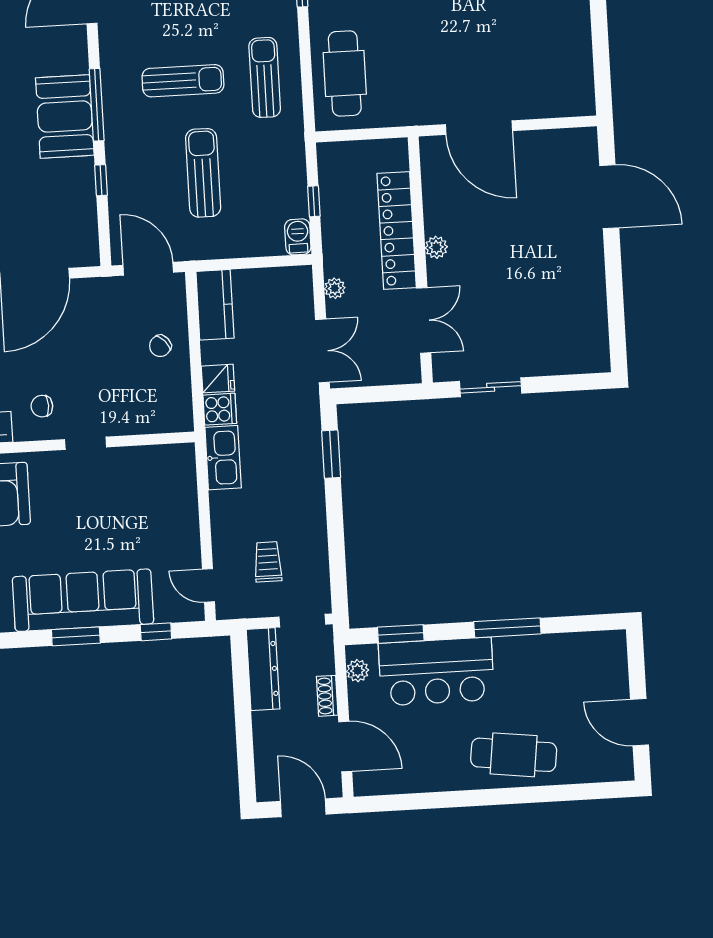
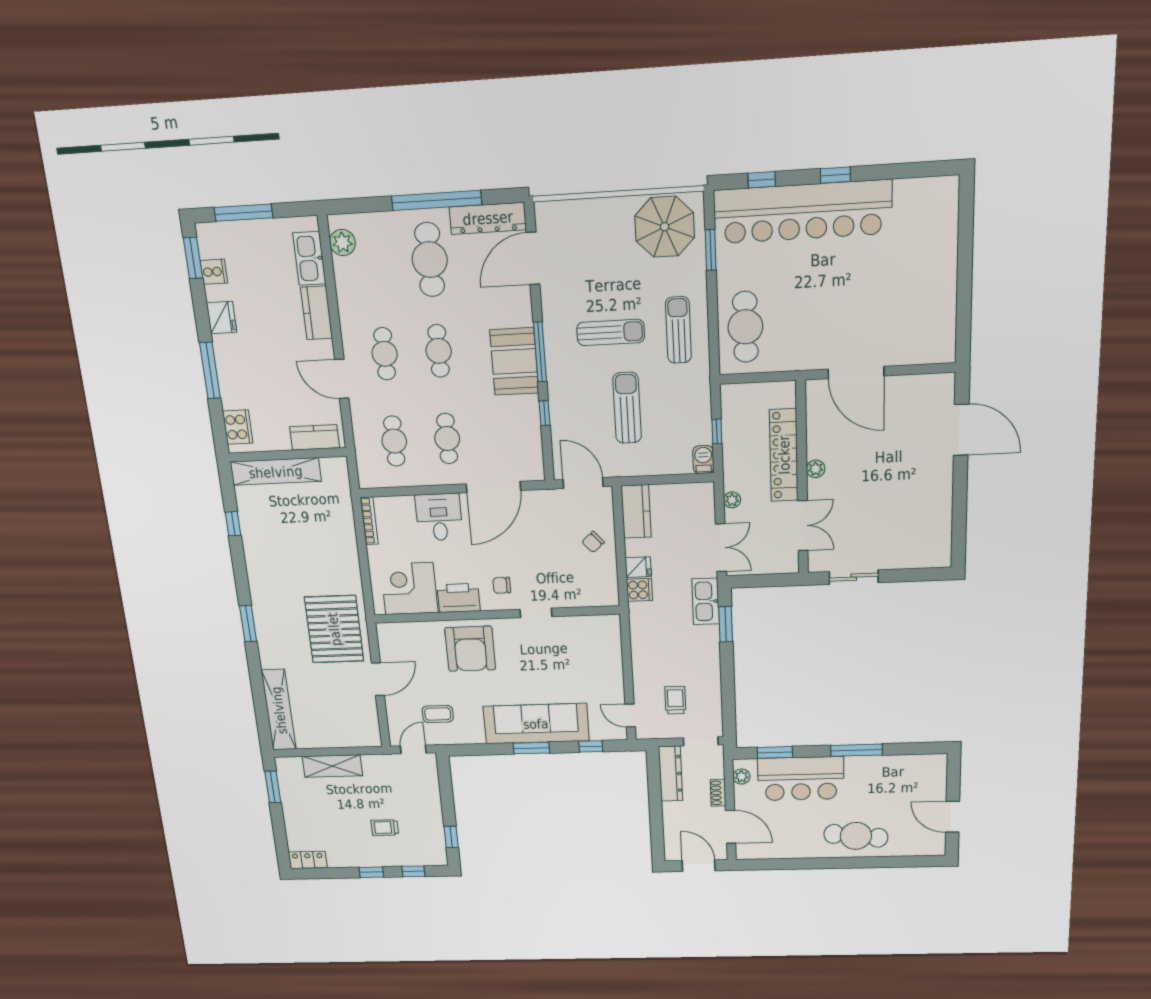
kitchen sink: (223, 458) -> (706, 601), moved, turned 180

